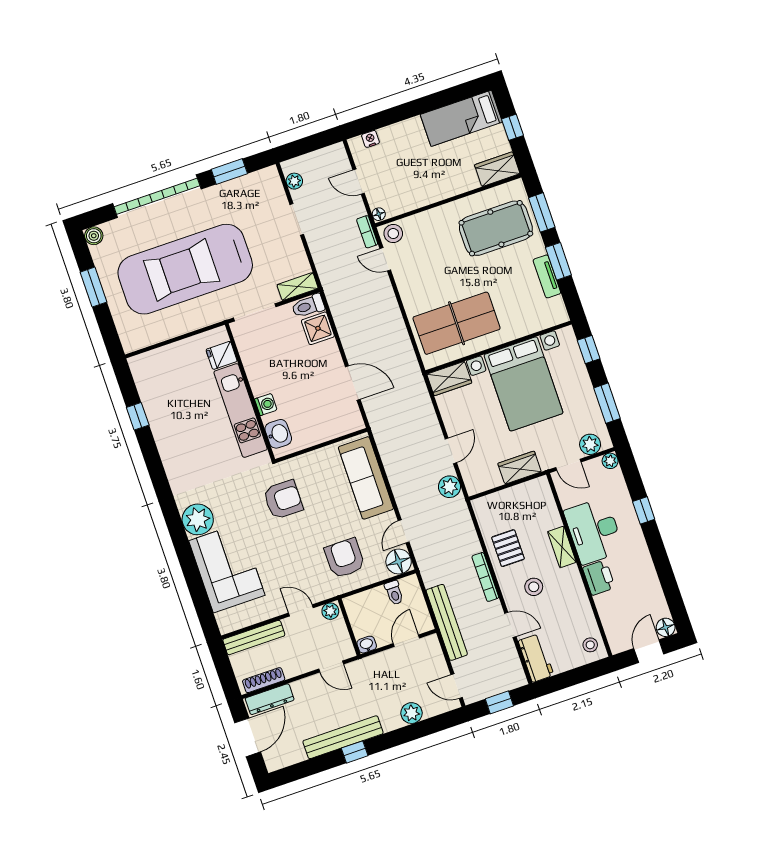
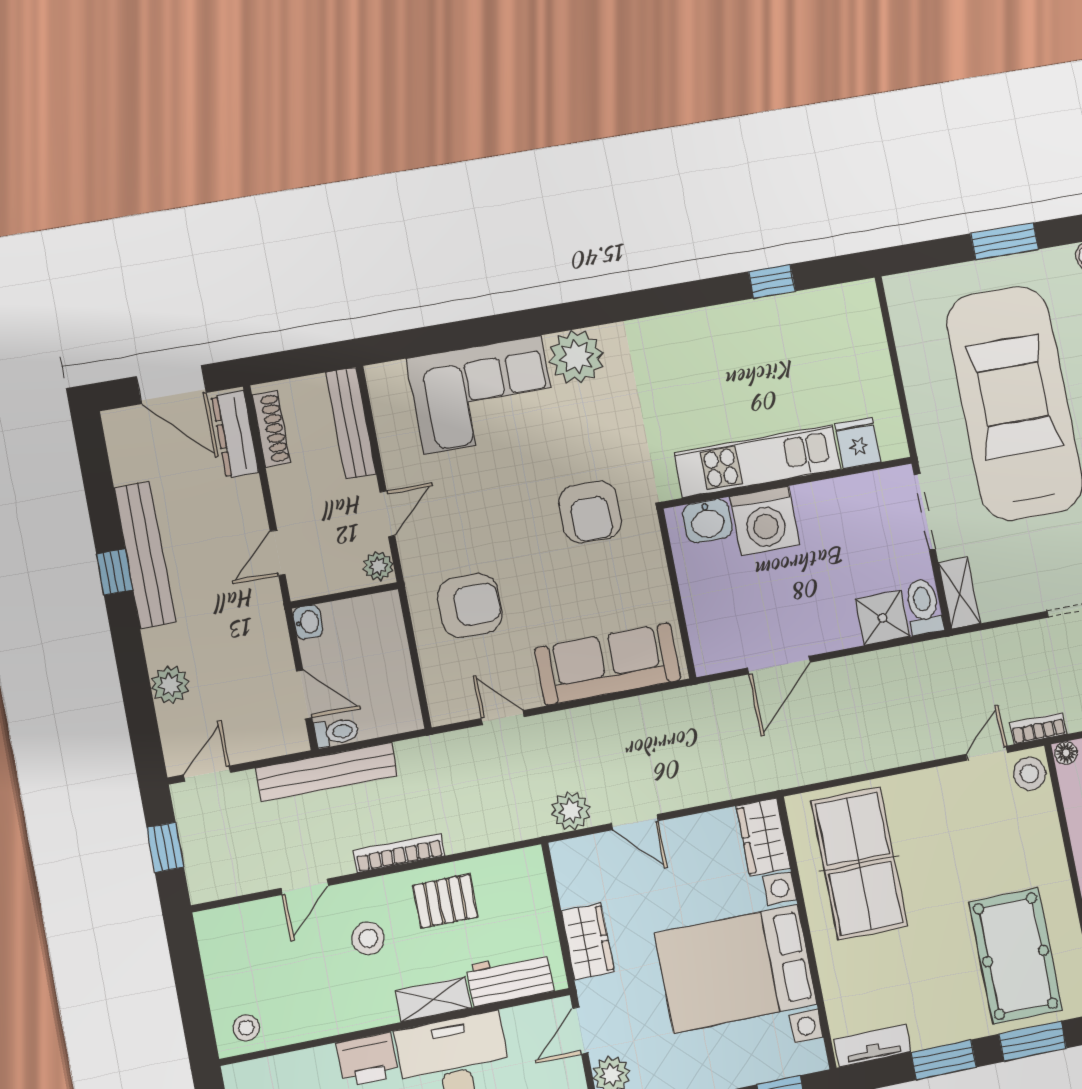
tv unit: (547, 276) -> (872, 1046), moved
washing machine: (266, 404) -> (765, 521), width x1.89, depth x1.89
floor lamp: (399, 562) -> (450, 701), removed
toilet: (394, 593) -> (337, 732), moved, turned 180
workbench: (536, 658) -> (510, 978), moved, turned 180

